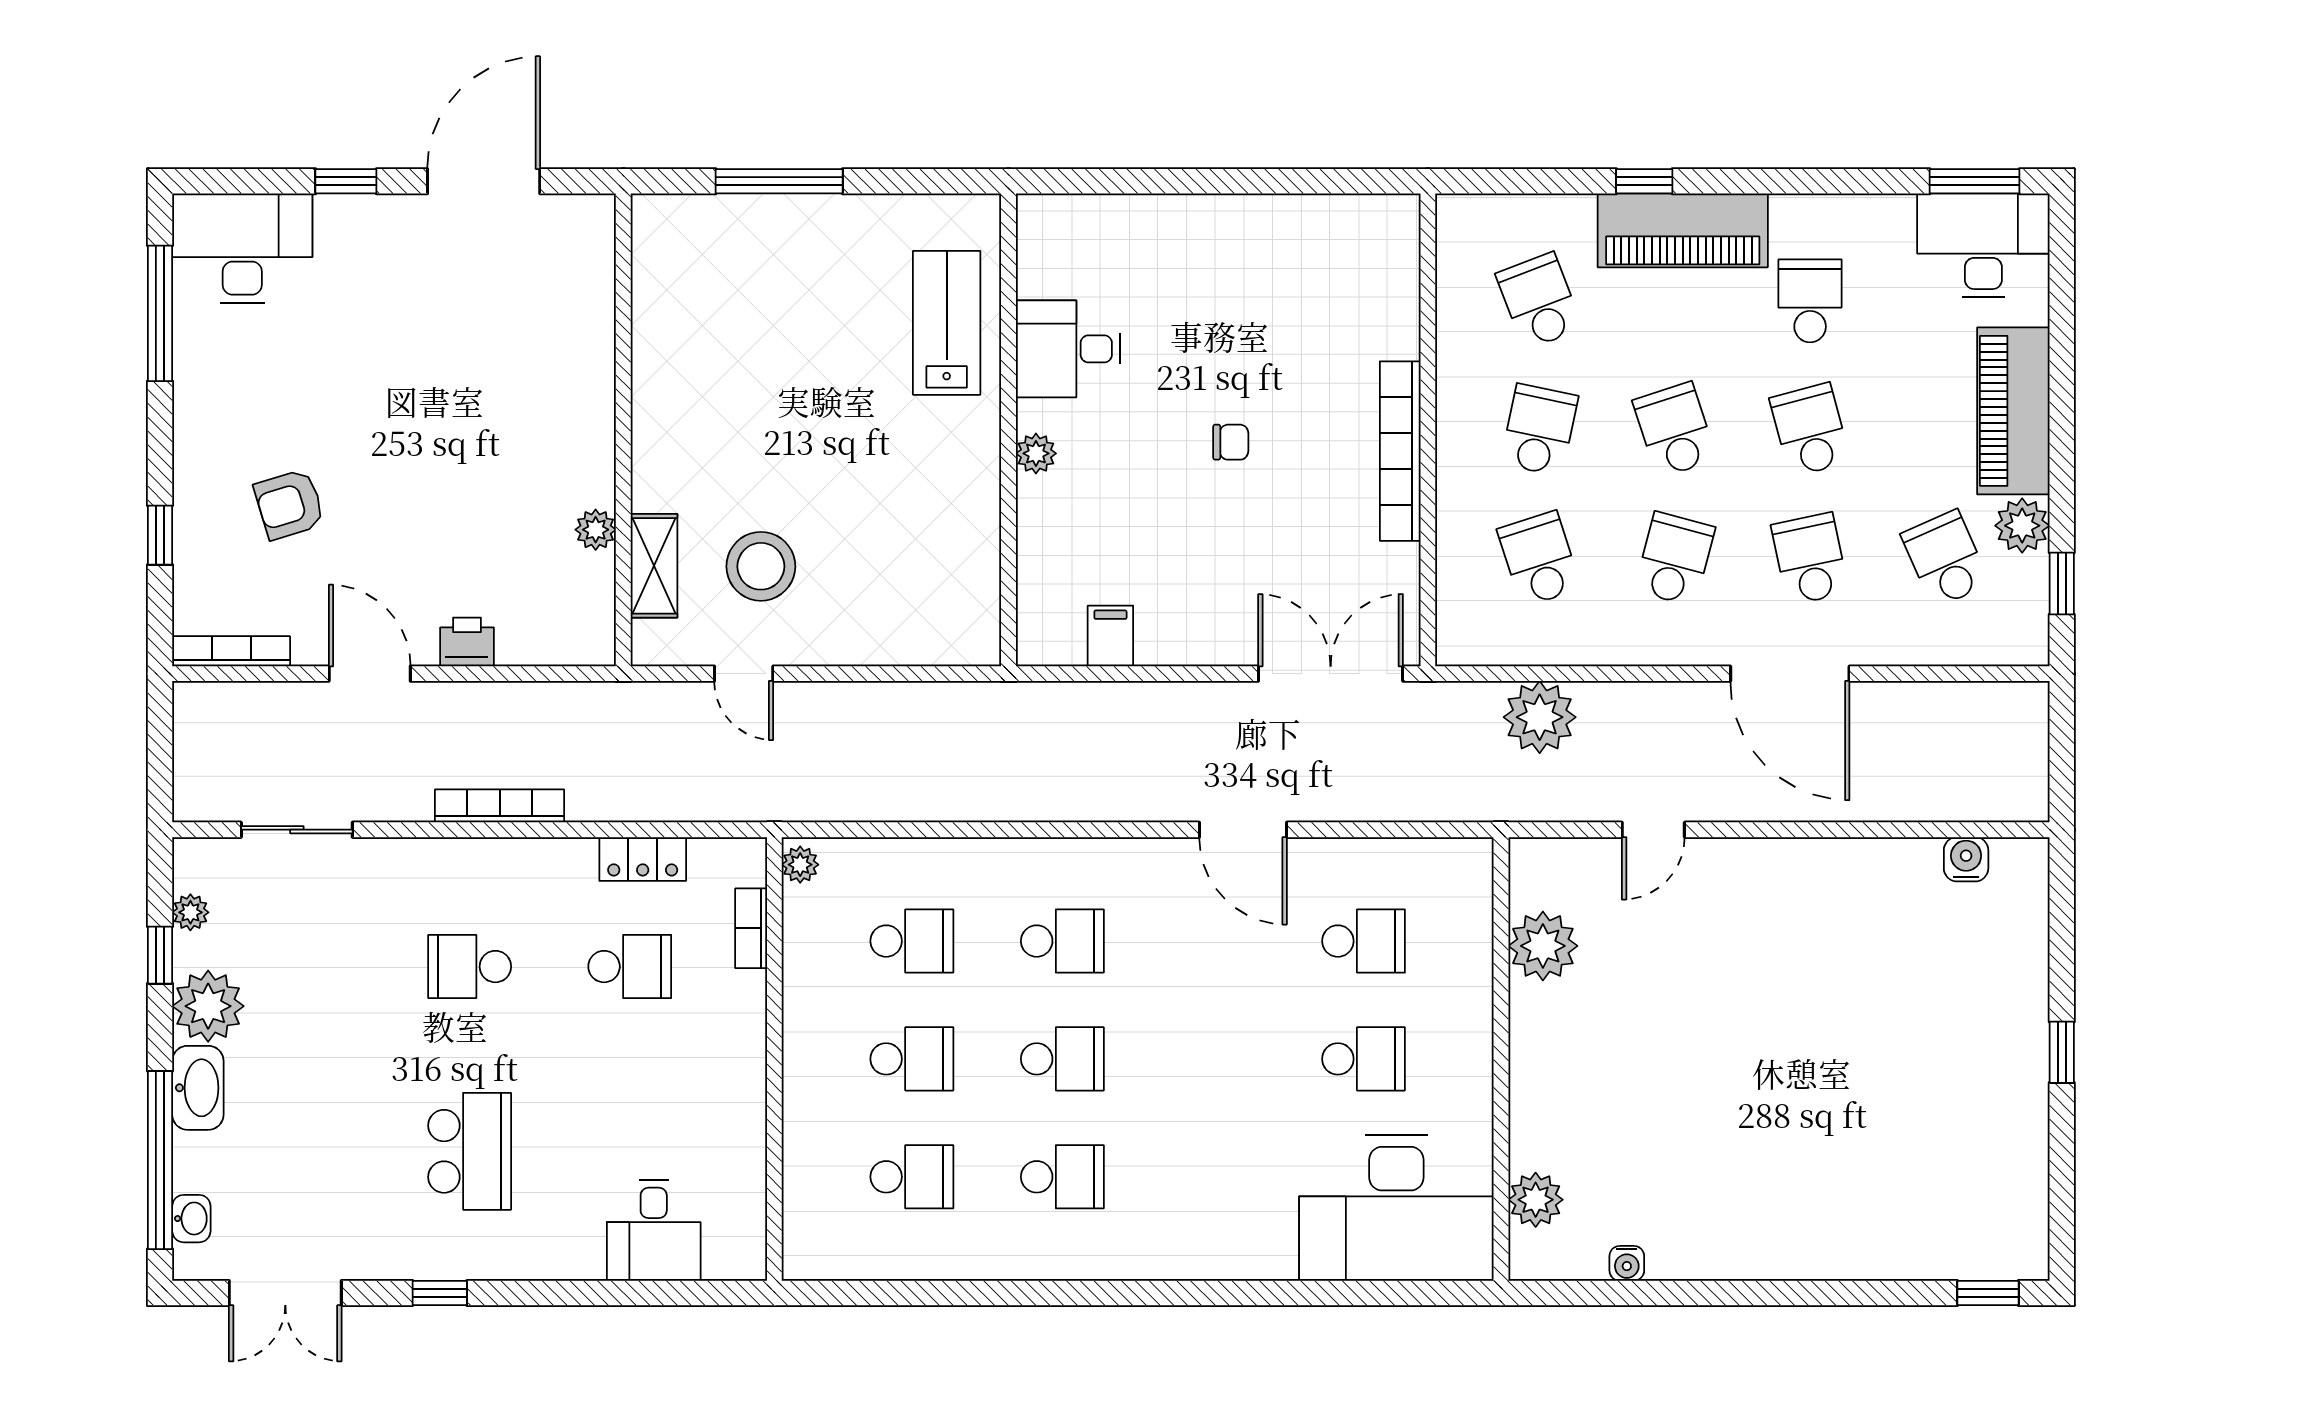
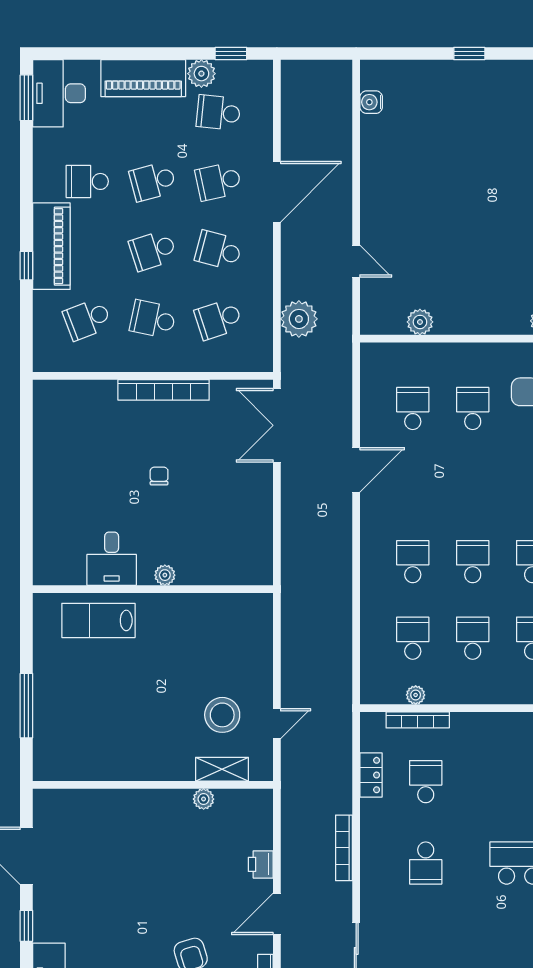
school desk: (1945, 559) -> (218, 113), turned 30
filing cabinet: (1110, 636) -> (258, 537), removed
plant: (800, 865) -> (416, 695), moved
bookcase: (751, 928) -> (418, 720), width x1.56
plant: (1543, 946) -> (420, 322), width x0.73, depth x0.73

